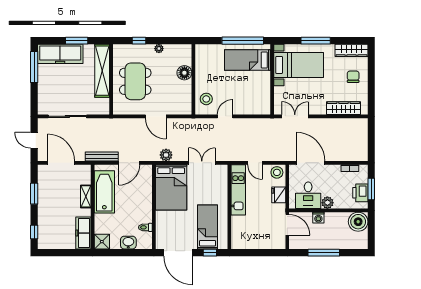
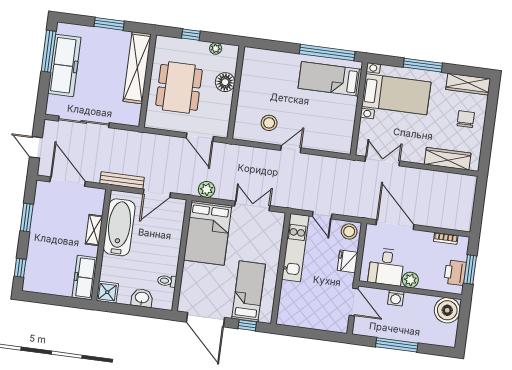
freezer: (60, 54) -> (64, 65), moved, turned -90
floor lamp: (184, 73) -> (225, 82), moved
wall: (193, 79) -> (236, 92), moved

